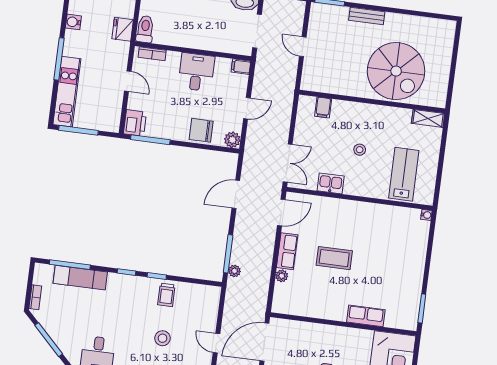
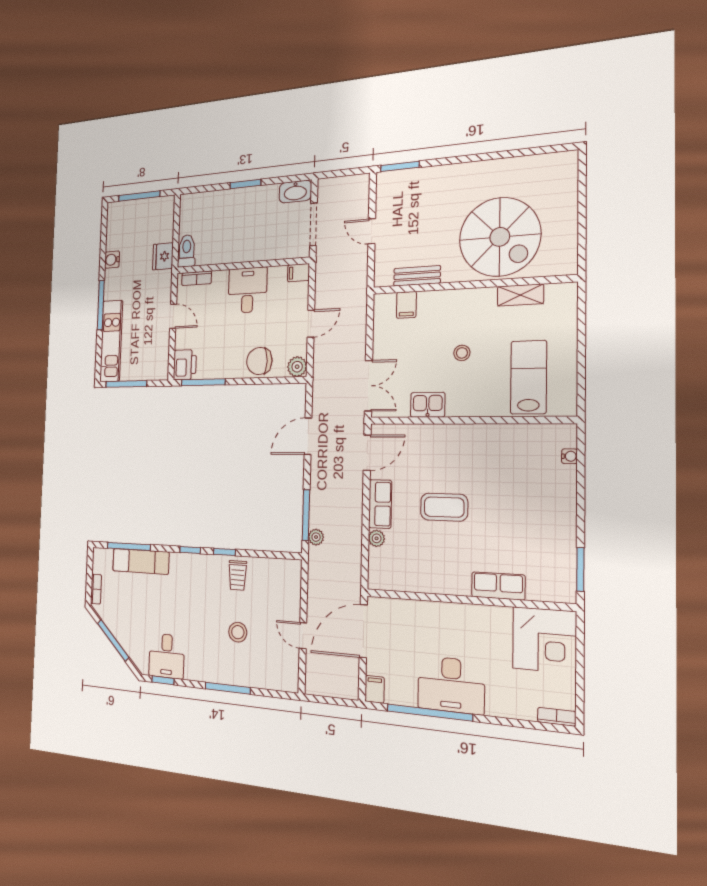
bench: (367, 16) -> (417, 276), moved
shelving: (428, 118) -> (520, 295), moved
water cooler: (426, 215) -> (569, 456), moved

